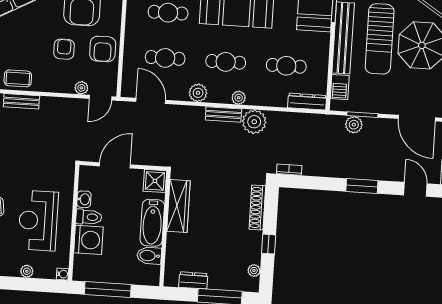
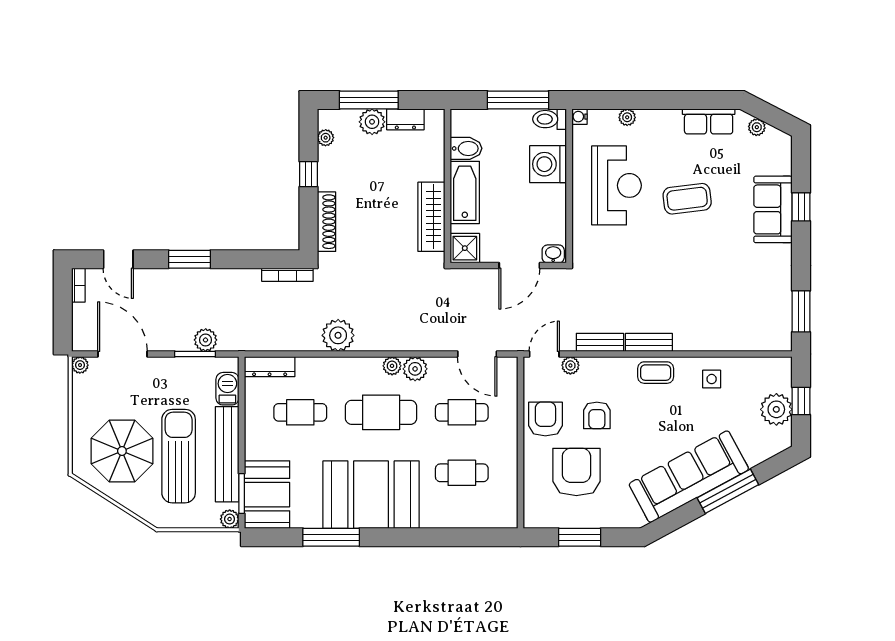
cafe table: (226, 62) -> (381, 412), width x1.37, depth x1.35
plant: (239, 98) -> (392, 366), moved
bench: (223, 114) -> (600, 342), moved
bookcase: (289, 170) -> (287, 275), width x1.56
washbasin: (84, 199) -> (553, 254), moved, turned 90
toilet: (89, 217) -> (550, 119), moved
plant: (218, 280) -> (372, 122), added

